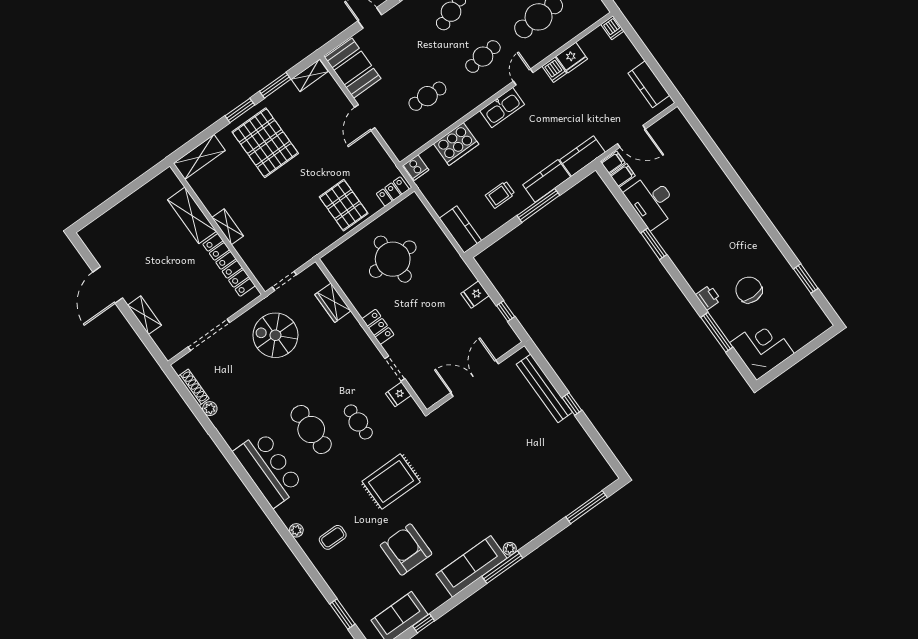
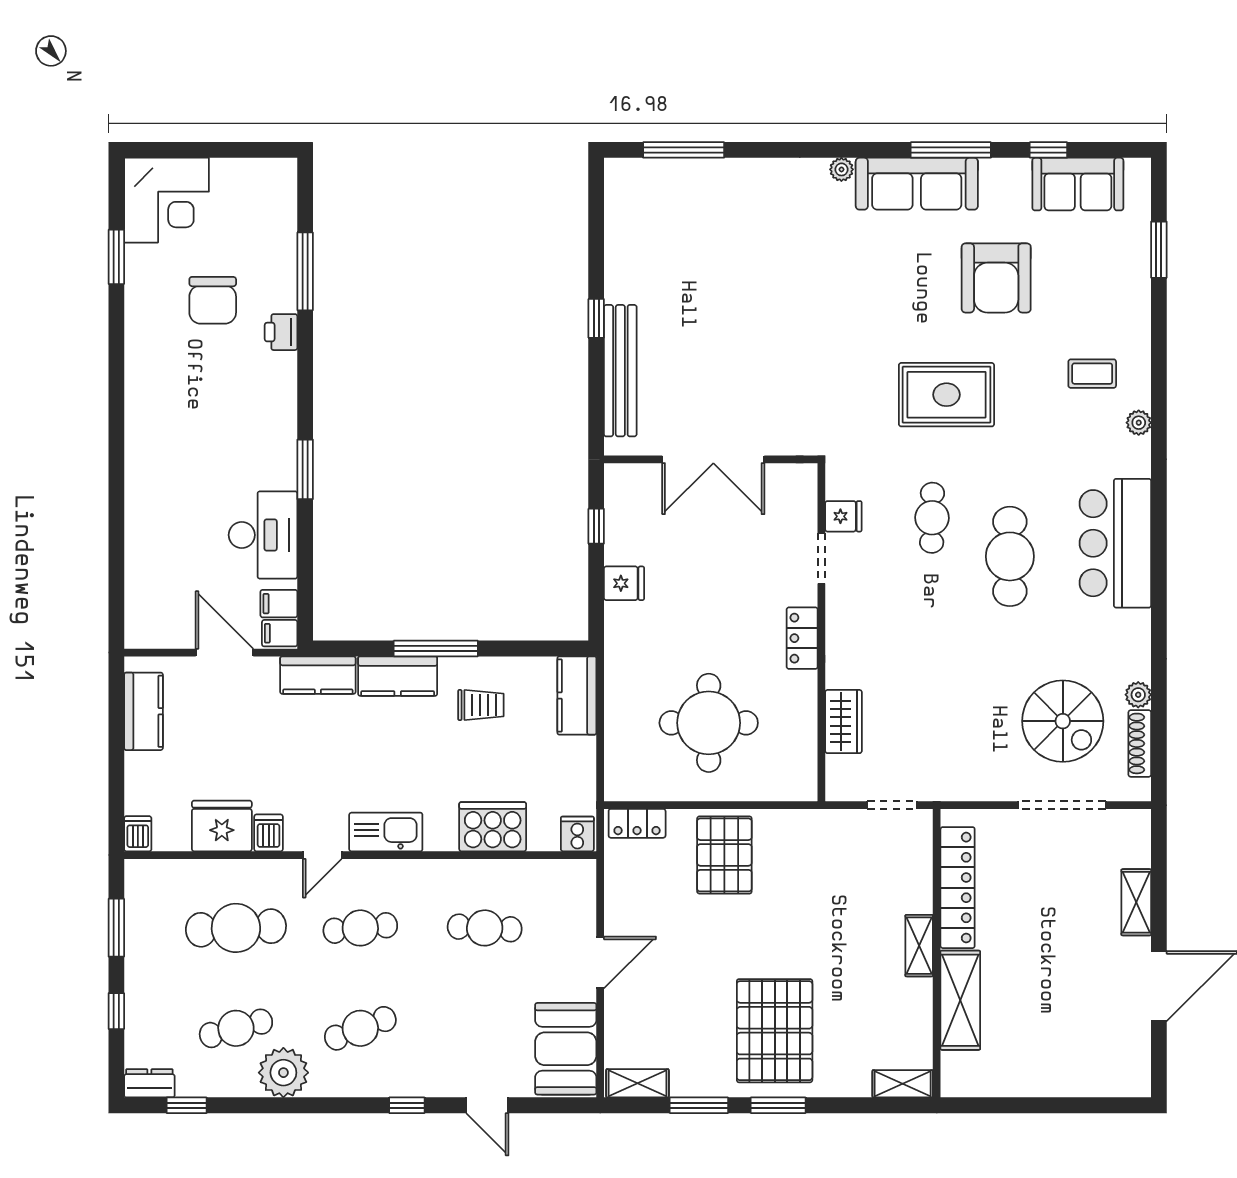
fridge: (572, 58) -> (222, 826), width x1.36, depth x1.34
shelving: (199, 157) -> (903, 1084), width x0.67, depth x0.75
spiral stairs: (275, 335) -> (1063, 721), moved
corner desk: (762, 348) -> (167, 200), moved, turned -90
window: (502, 567) -> (951, 150), moved

